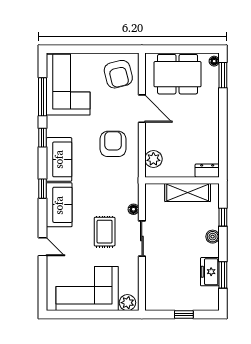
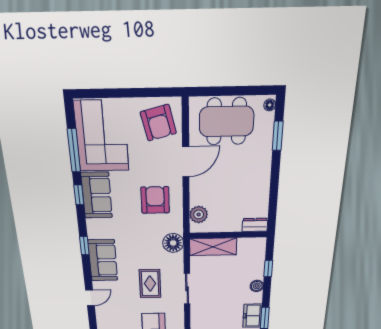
window: (223, 75) -> (278, 136), moved
door: (142, 109) -> (186, 162), hinge flipped
sofa: (59, 159) -> (97, 195), moved
shelving: (188, 192) -> (213, 247), moved
floor lamp: (133, 209) -> (173, 243), moved, width x1.89, depth x1.89
door: (43, 247) -> (90, 298), hinge flipped

